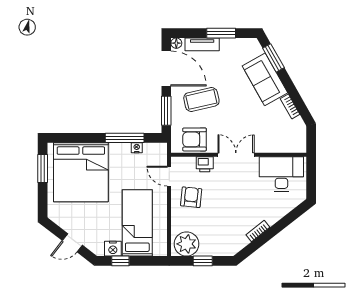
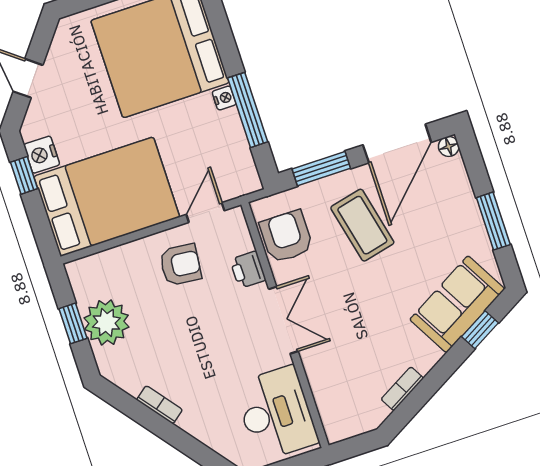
tv unit: (202, 44) -> (462, 194), removed
window: (273, 58) -> (480, 330), width x0.67
sofa: (265, 79) -> (457, 304), moved
nightstand: (137, 148) -> (224, 98), moved
bed: (137, 223) -> (107, 197), width x1.50
plant: (186, 244) -> (106, 322), moved

